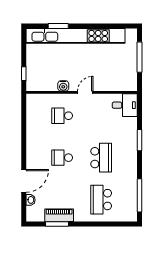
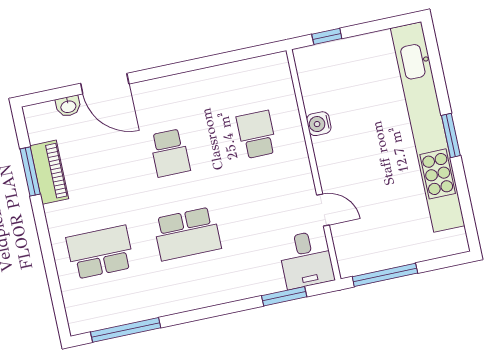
window: (58, 26) -> (451, 135), moved
window: (140, 57) -> (385, 275), moved
door: (85, 92) -> (323, 210), moved
window: (140, 140) -> (284, 296), moved
school desk: (62, 158) -> (170, 153), turned 180

